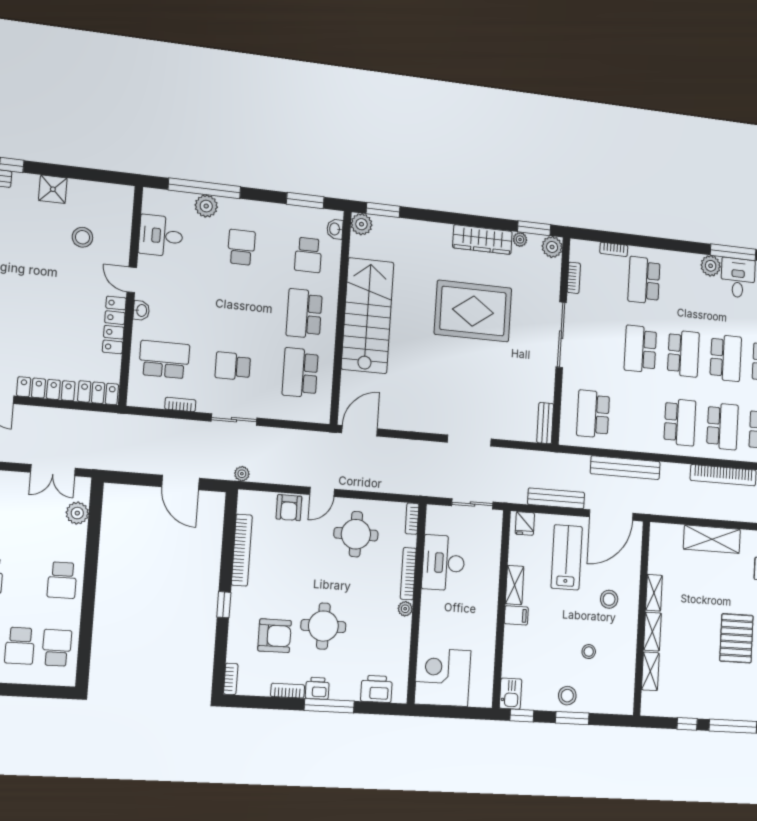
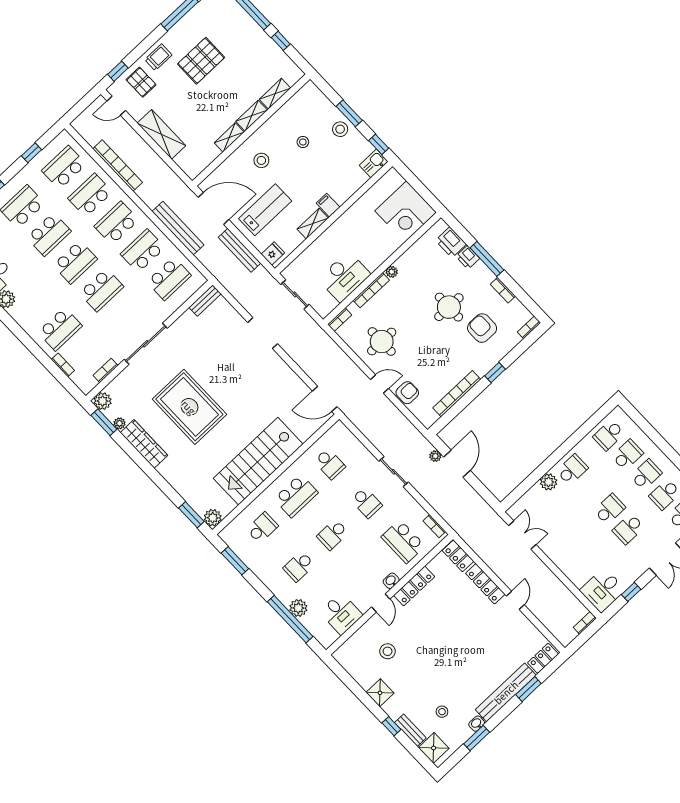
washbasin: (335, 229) -> (232, 529), removed
school desk: (237, 307) -> (333, 535), added
school desk: (683, 353) -> (75, 262), turned 180
school desk: (726, 358) -> (49, 234), turned 180
school desk: (300, 373) -> (330, 464), width x0.54
bookcase: (180, 405) -> (434, 526), moved
school desk: (637, 418) -> (143, 251), added
plant: (242, 474) -> (435, 456), moved
plant: (77, 513) -> (549, 482), moved
lab bench: (567, 557) -> (265, 210), turned 180
printer: (317, 688) -> (468, 257), moved

